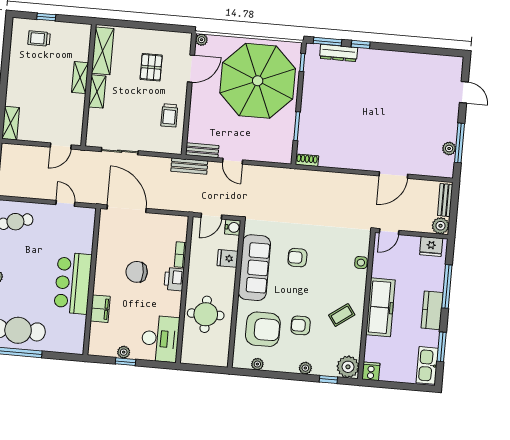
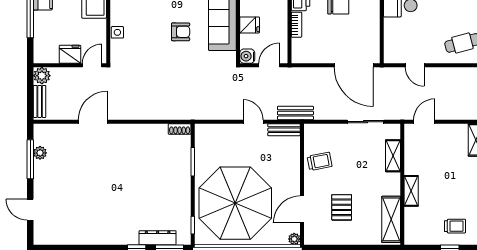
shelving: (97, 91) -> (393, 156), moved
trolley: (169, 115) -> (320, 161), turned 79
fridge: (431, 246) -> (70, 54), moved

